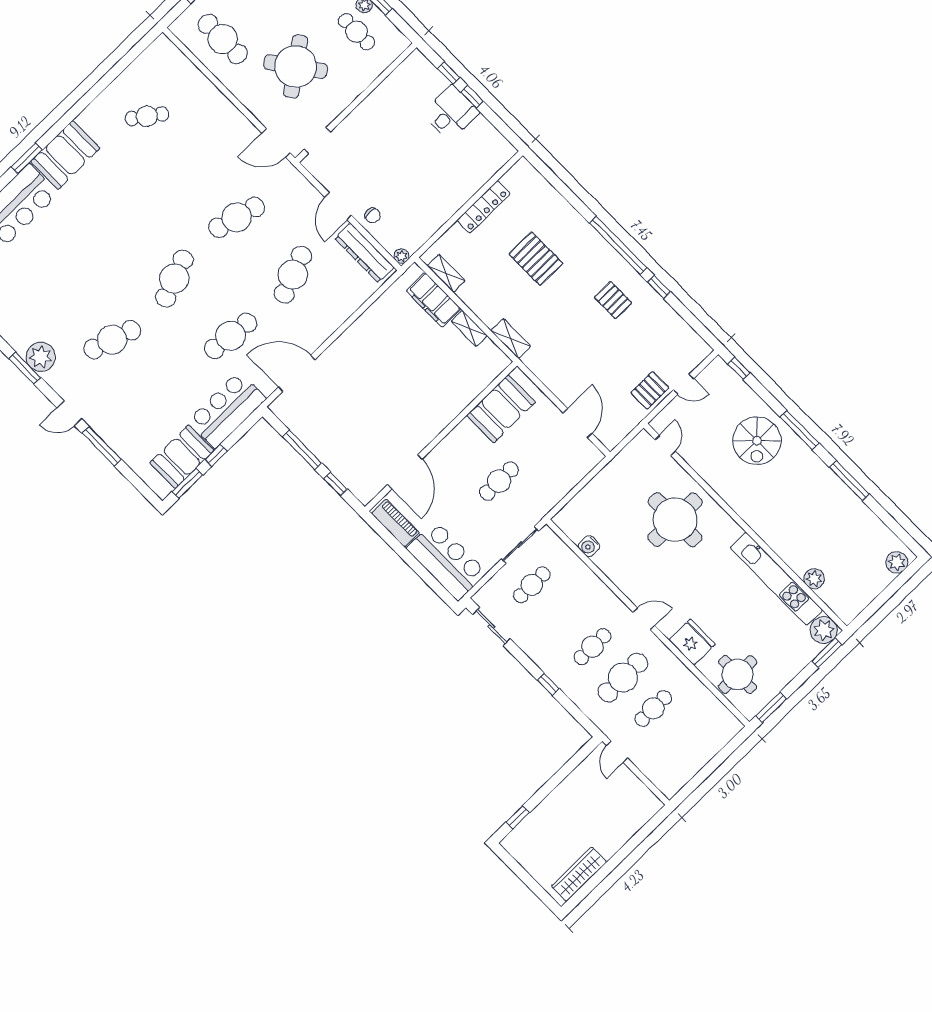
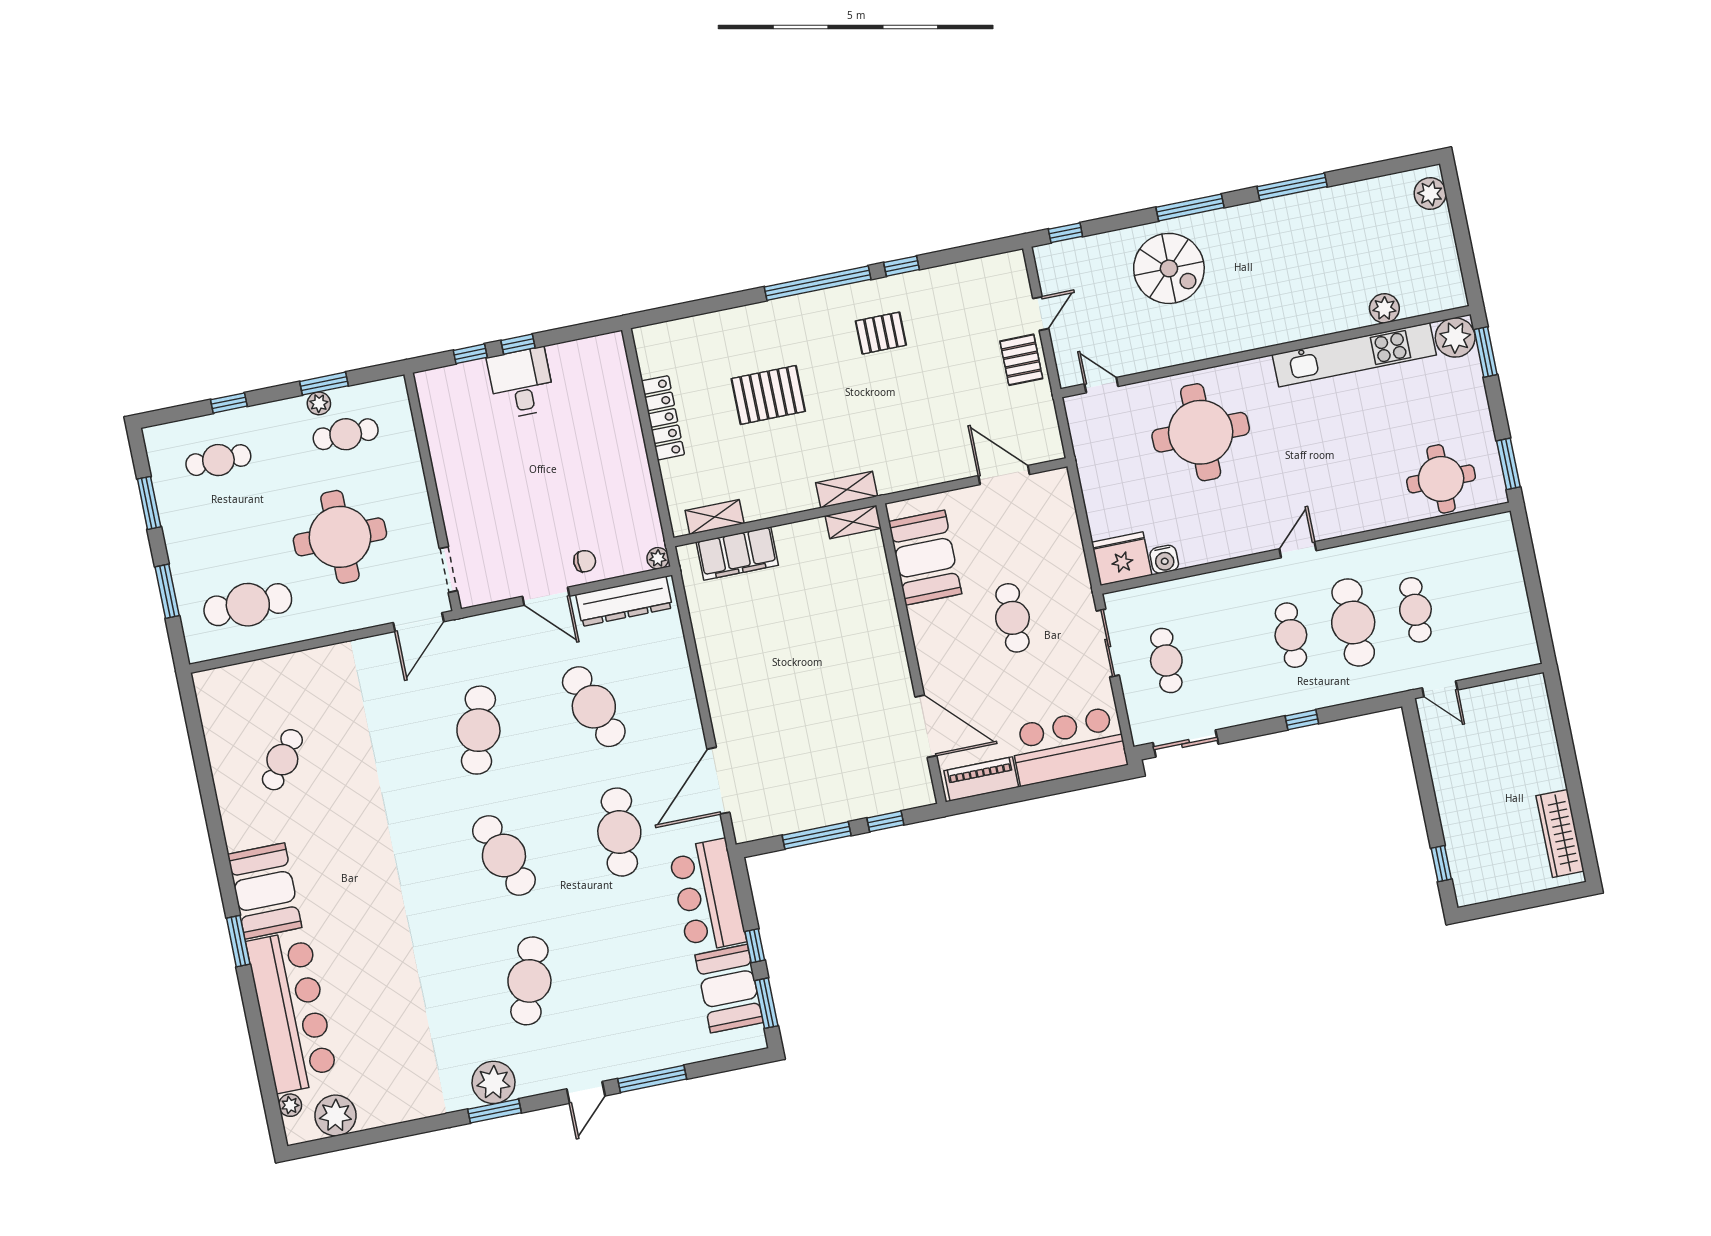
round table: (296, 66) -> (340, 537), turned 36
shelving: (469, 328) -> (853, 522), moved
fridge: (692, 642) -> (1122, 559), moved

